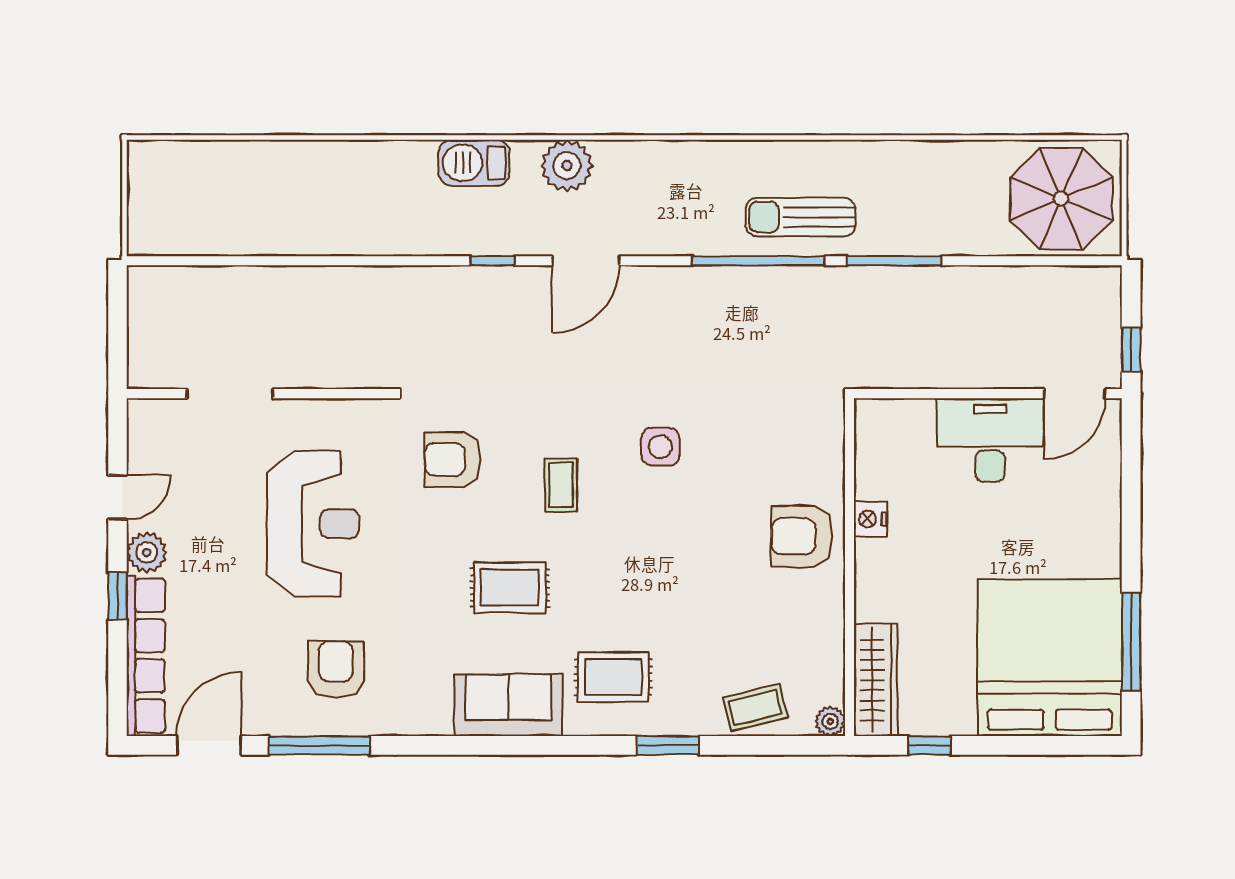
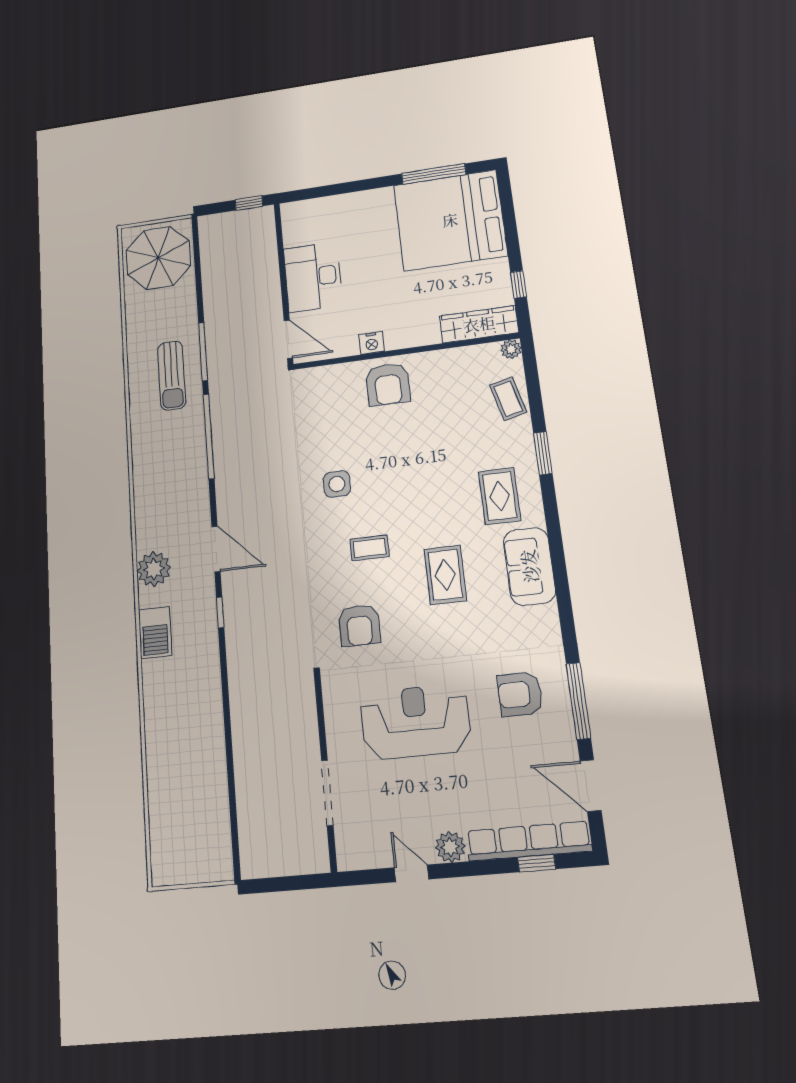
sun lounger: (801, 217) -> (172, 375), moved
door: (1075, 394) -> (288, 339), moved
window: (117, 596) -> (537, 863), moved

